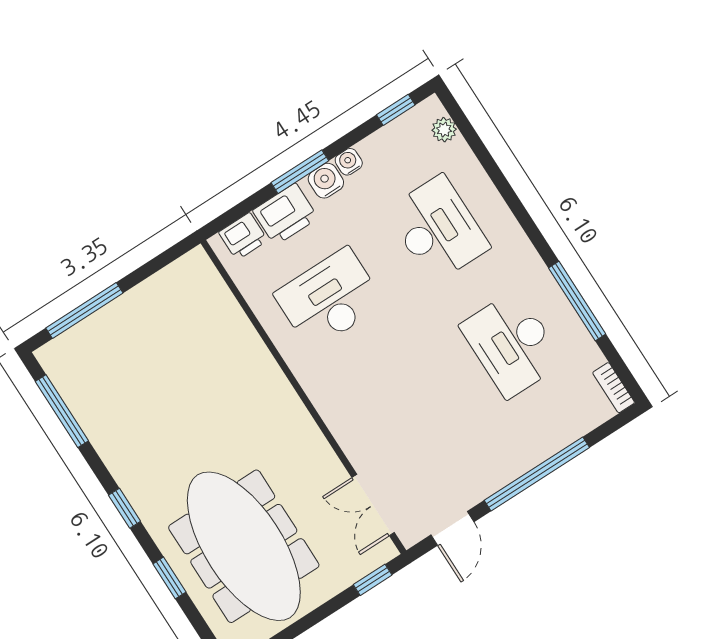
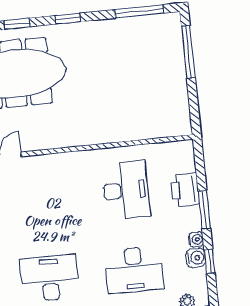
window: (396, 110) -> (210, 261), moved
water cooler: (326, 181) -> (196, 258), moved
printer: (243, 236) -> (185, 160), removed

